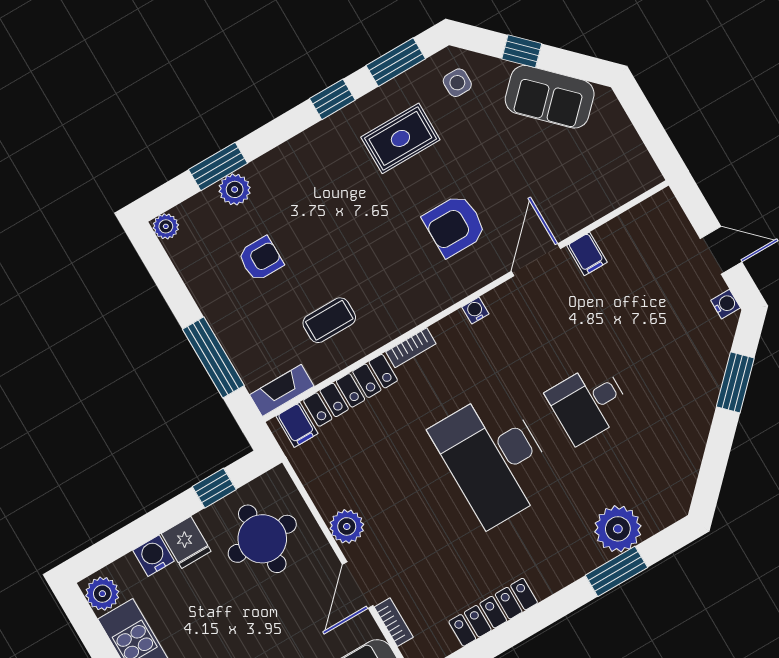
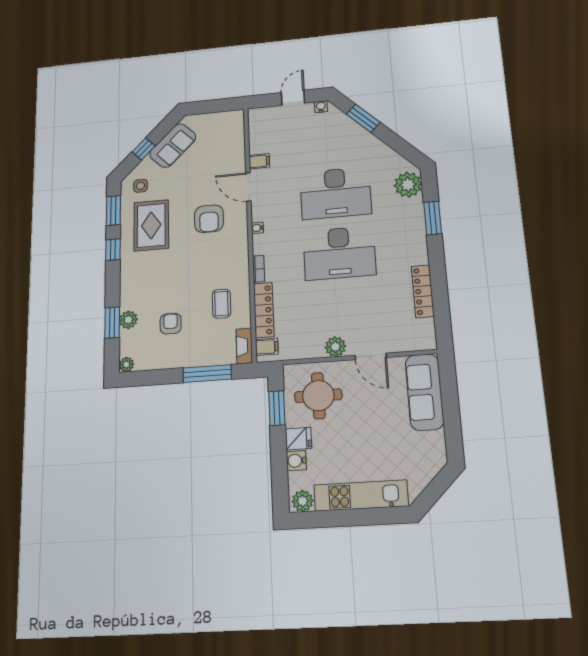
rug: (400, 138) -> (151, 225), width x1.36, depth x1.43
desk: (589, 403) -> (335, 193), width x1.87, depth x1.30
window: (214, 488) -> (277, 408), width x1.50
plant: (618, 529) -> (408, 185), moved
bookcase: (394, 622) -> (401, 347), removed

